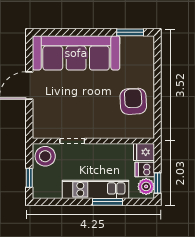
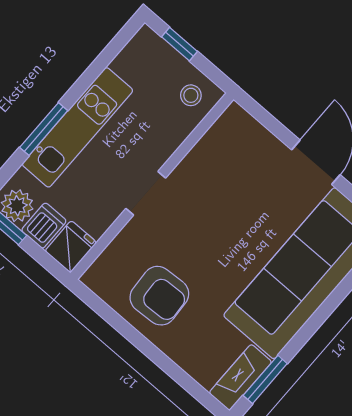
fireplace: (138, 43) -> (240, 377), added
doorway: (72, 141) -> (146, 193), moved
stool: (45, 156) -> (191, 95), width x0.53, depth x0.53

